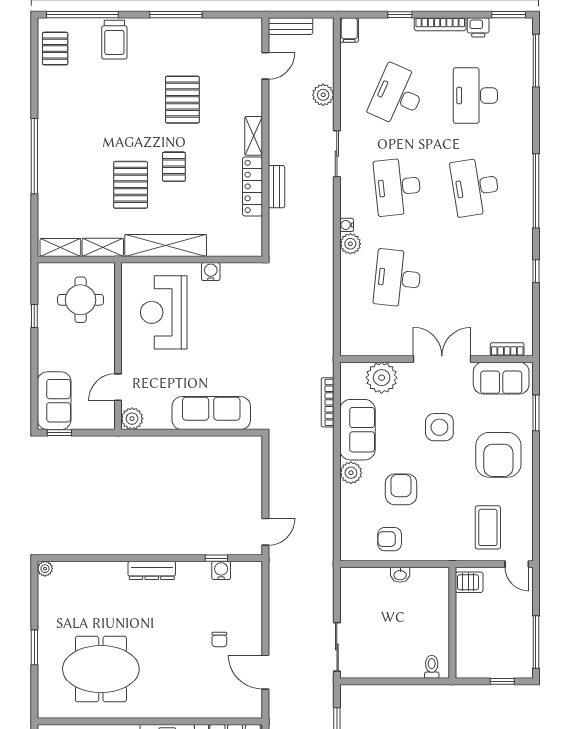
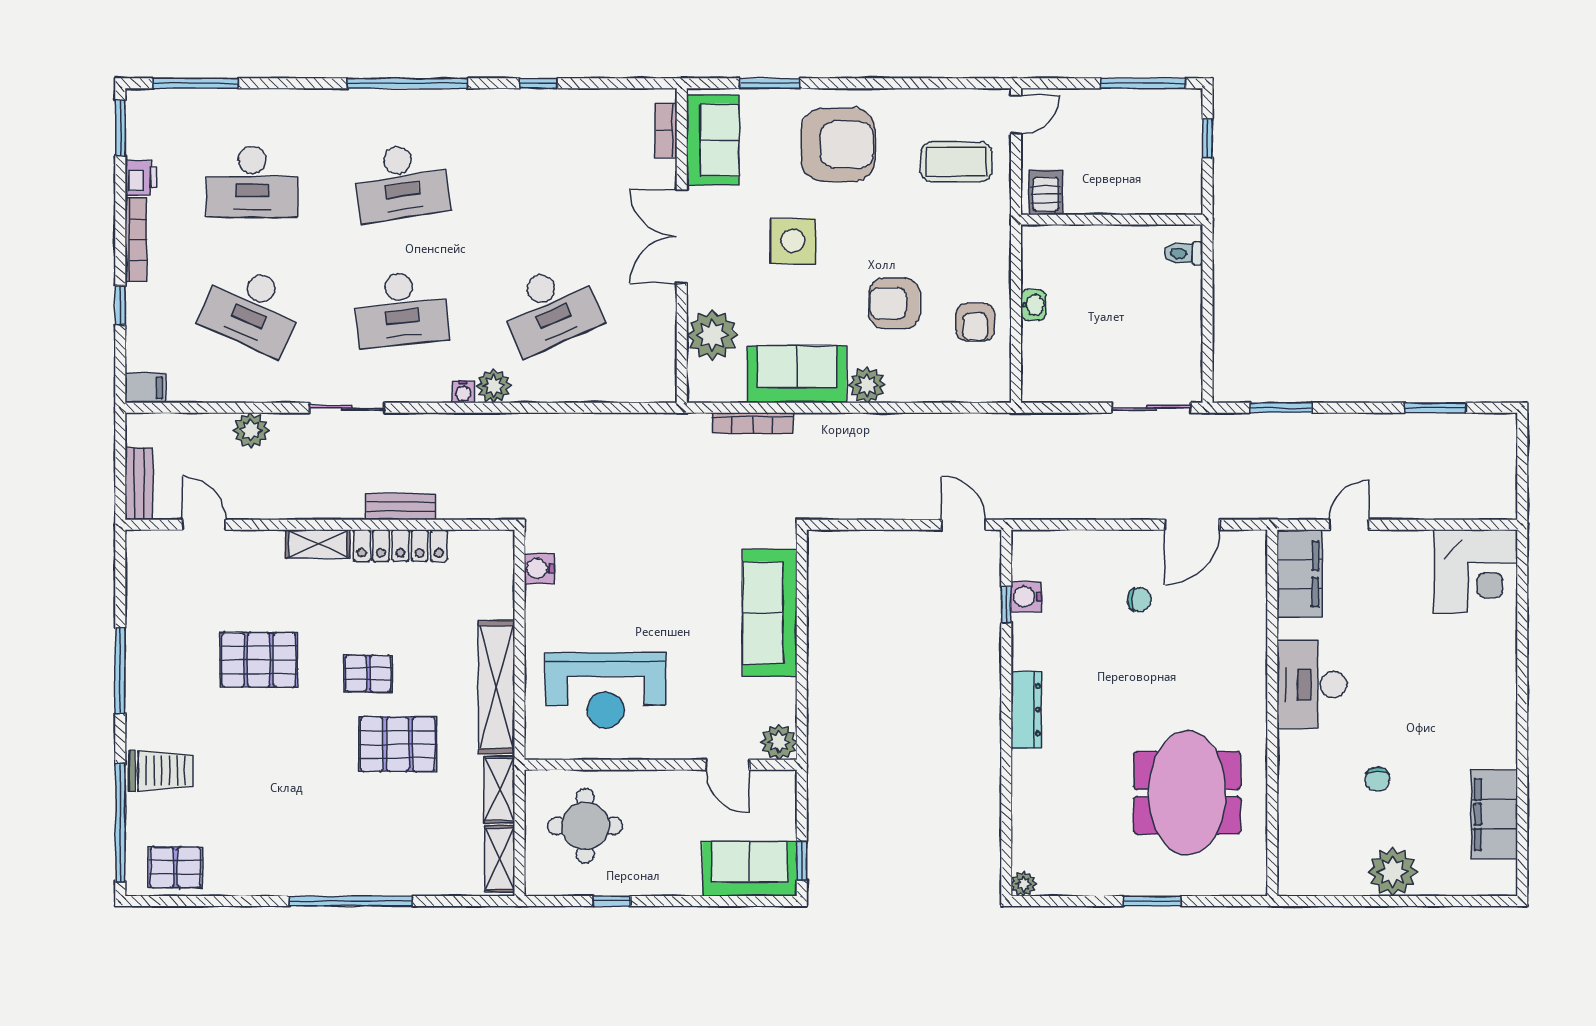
water cooler: (211, 272) -> (539, 569), moved
desk: (398, 278) -> (550, 309), turned -30

